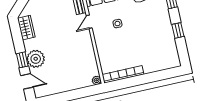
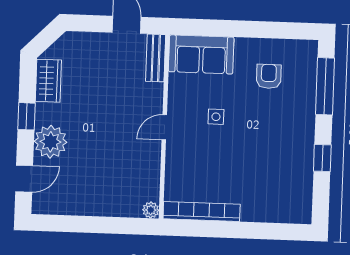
door: (89, 22) -> (164, 127), moved
window: (22, 60) -> (26, 116), moved
door: (27, 81) -> (24, 179), hinge flipped

